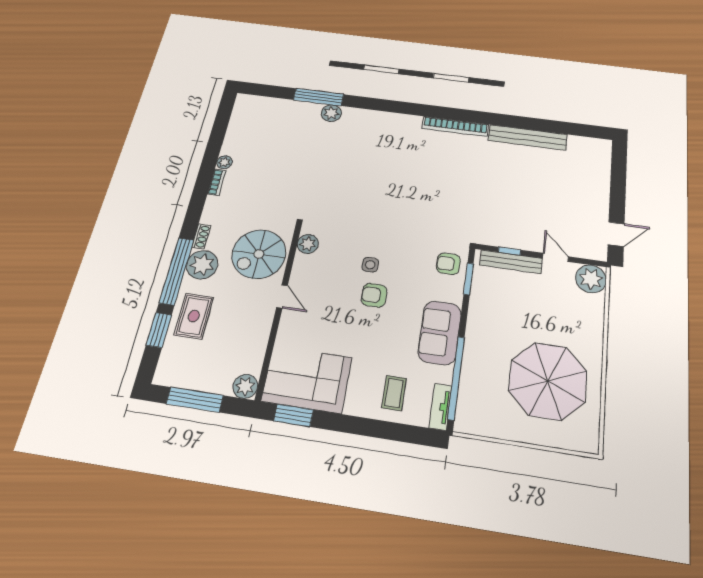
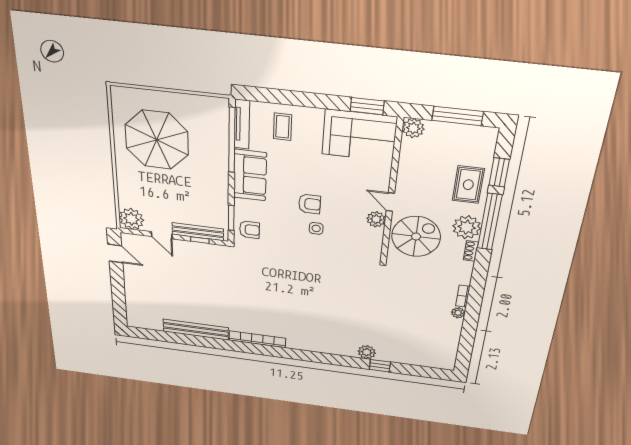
window: (319, 97) -> (380, 366), width x0.46
door: (616, 234) -> (115, 253), swing flipped
plant: (308, 244) -> (376, 219), moved
tv unit: (440, 407) -> (242, 124), width x1.41

